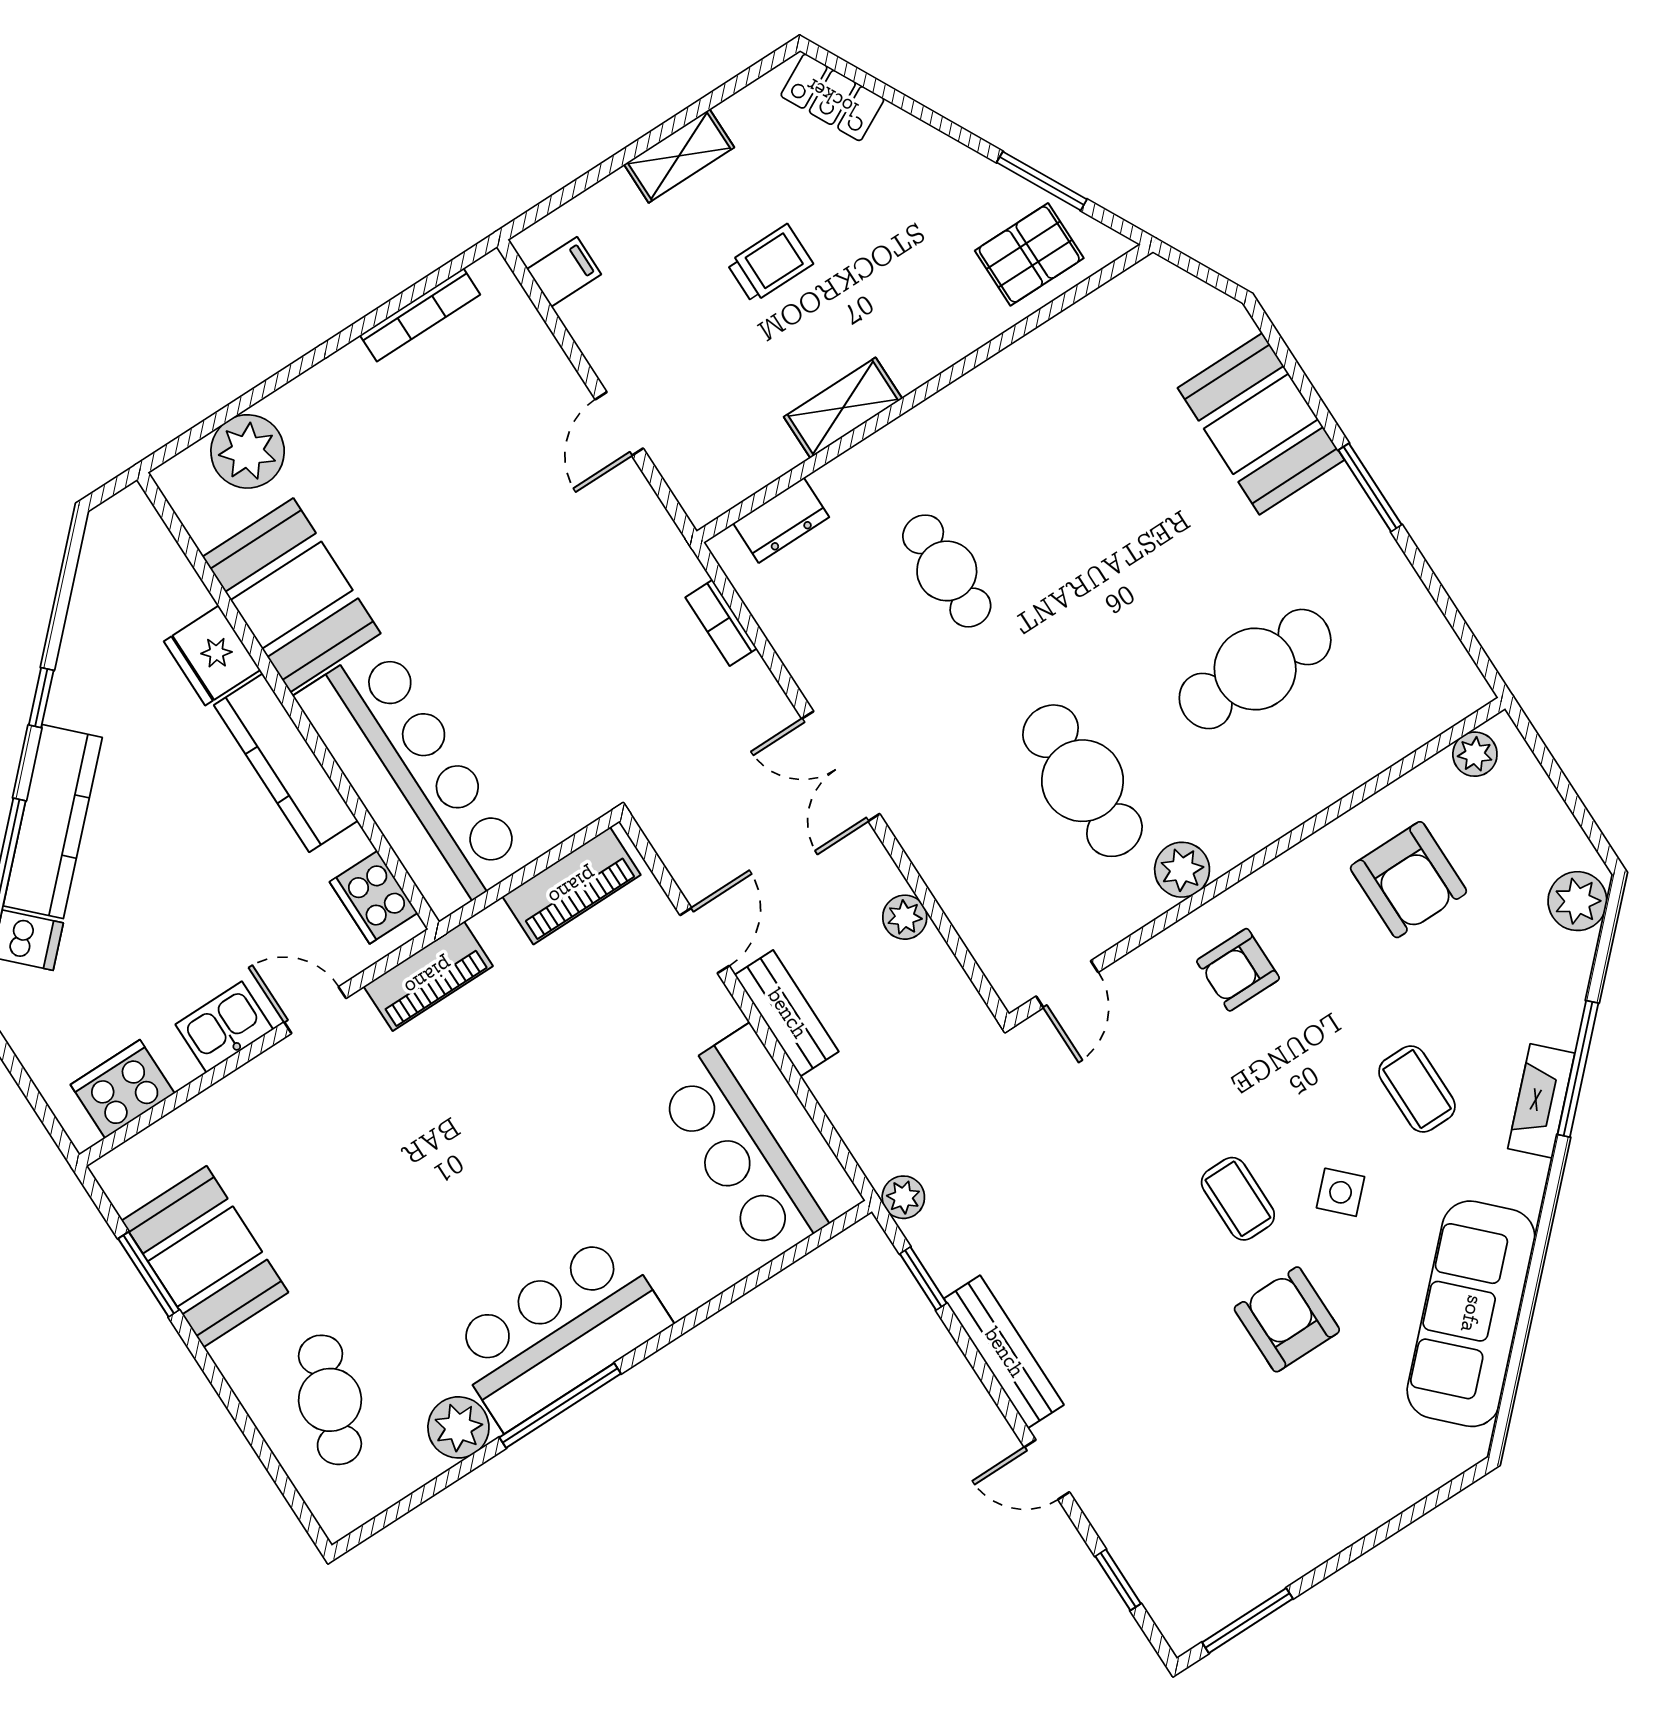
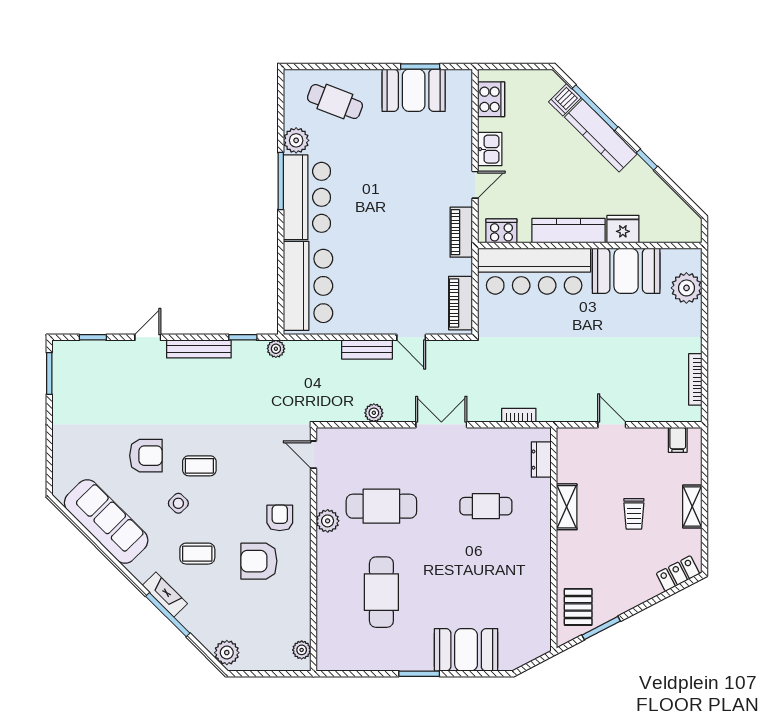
armchair: (1408, 880) -> (259, 561), moved
bar counter: (758, 1143) -> (308, 286), moved, turned 90

